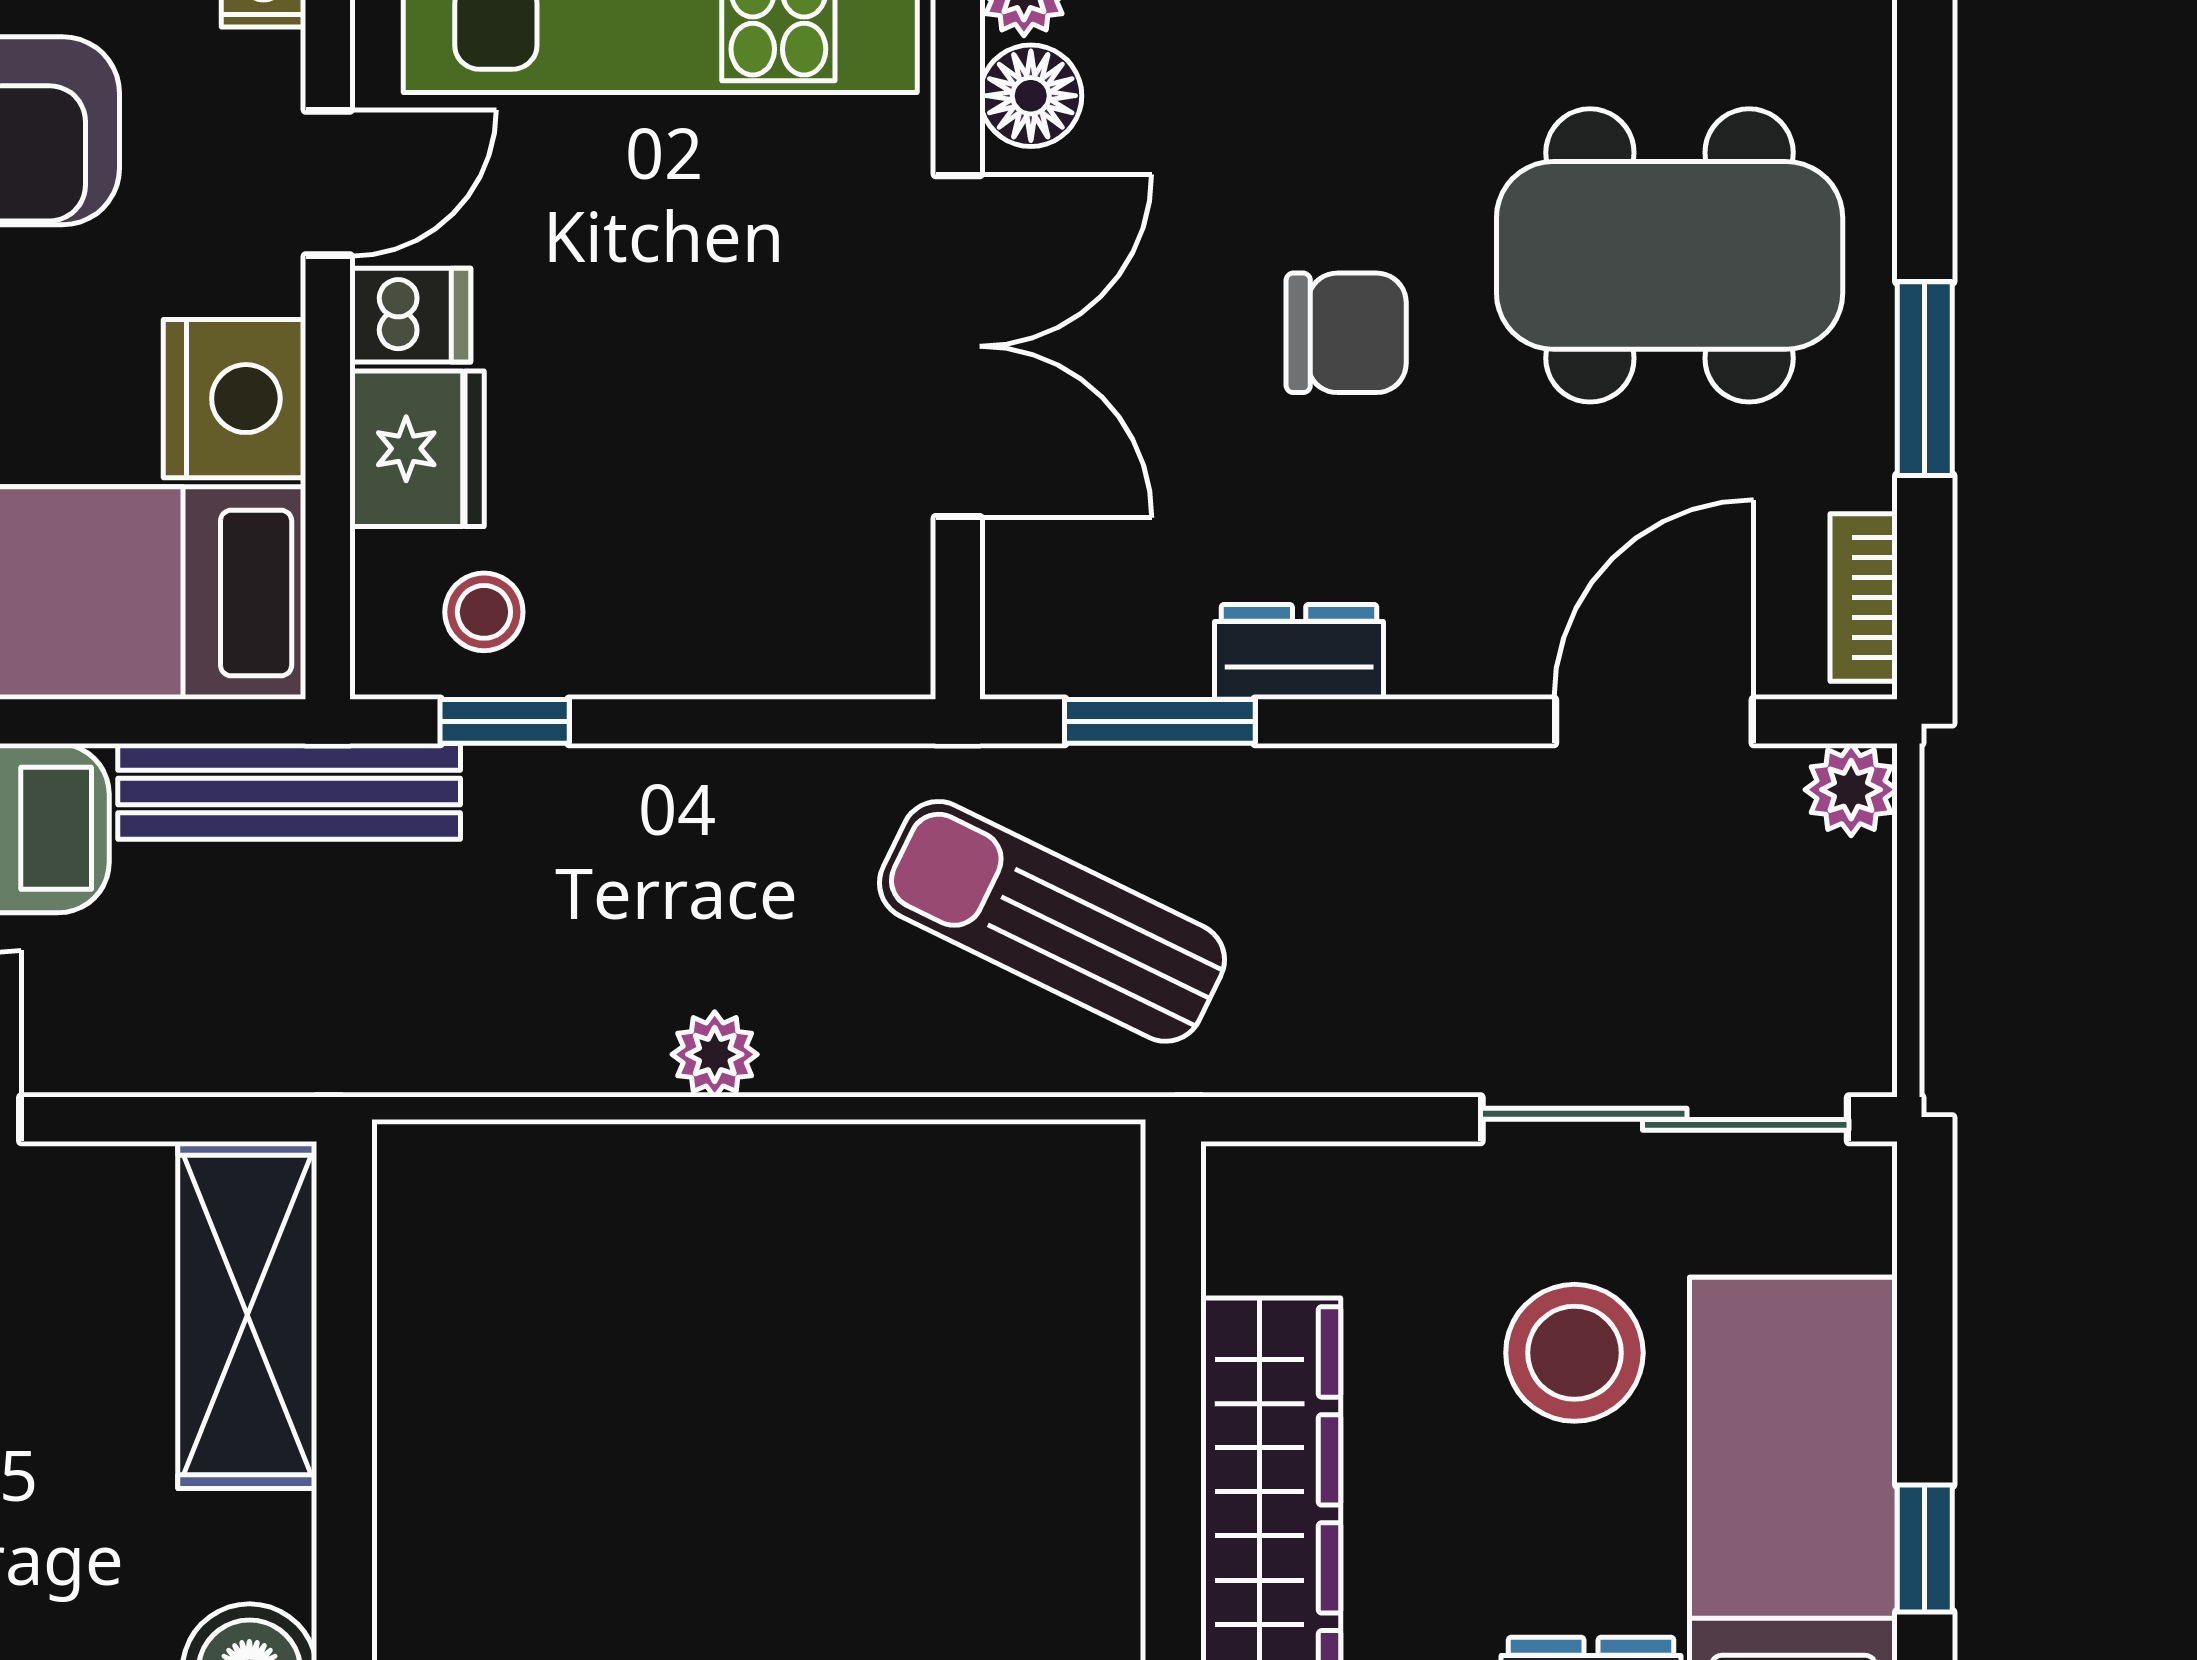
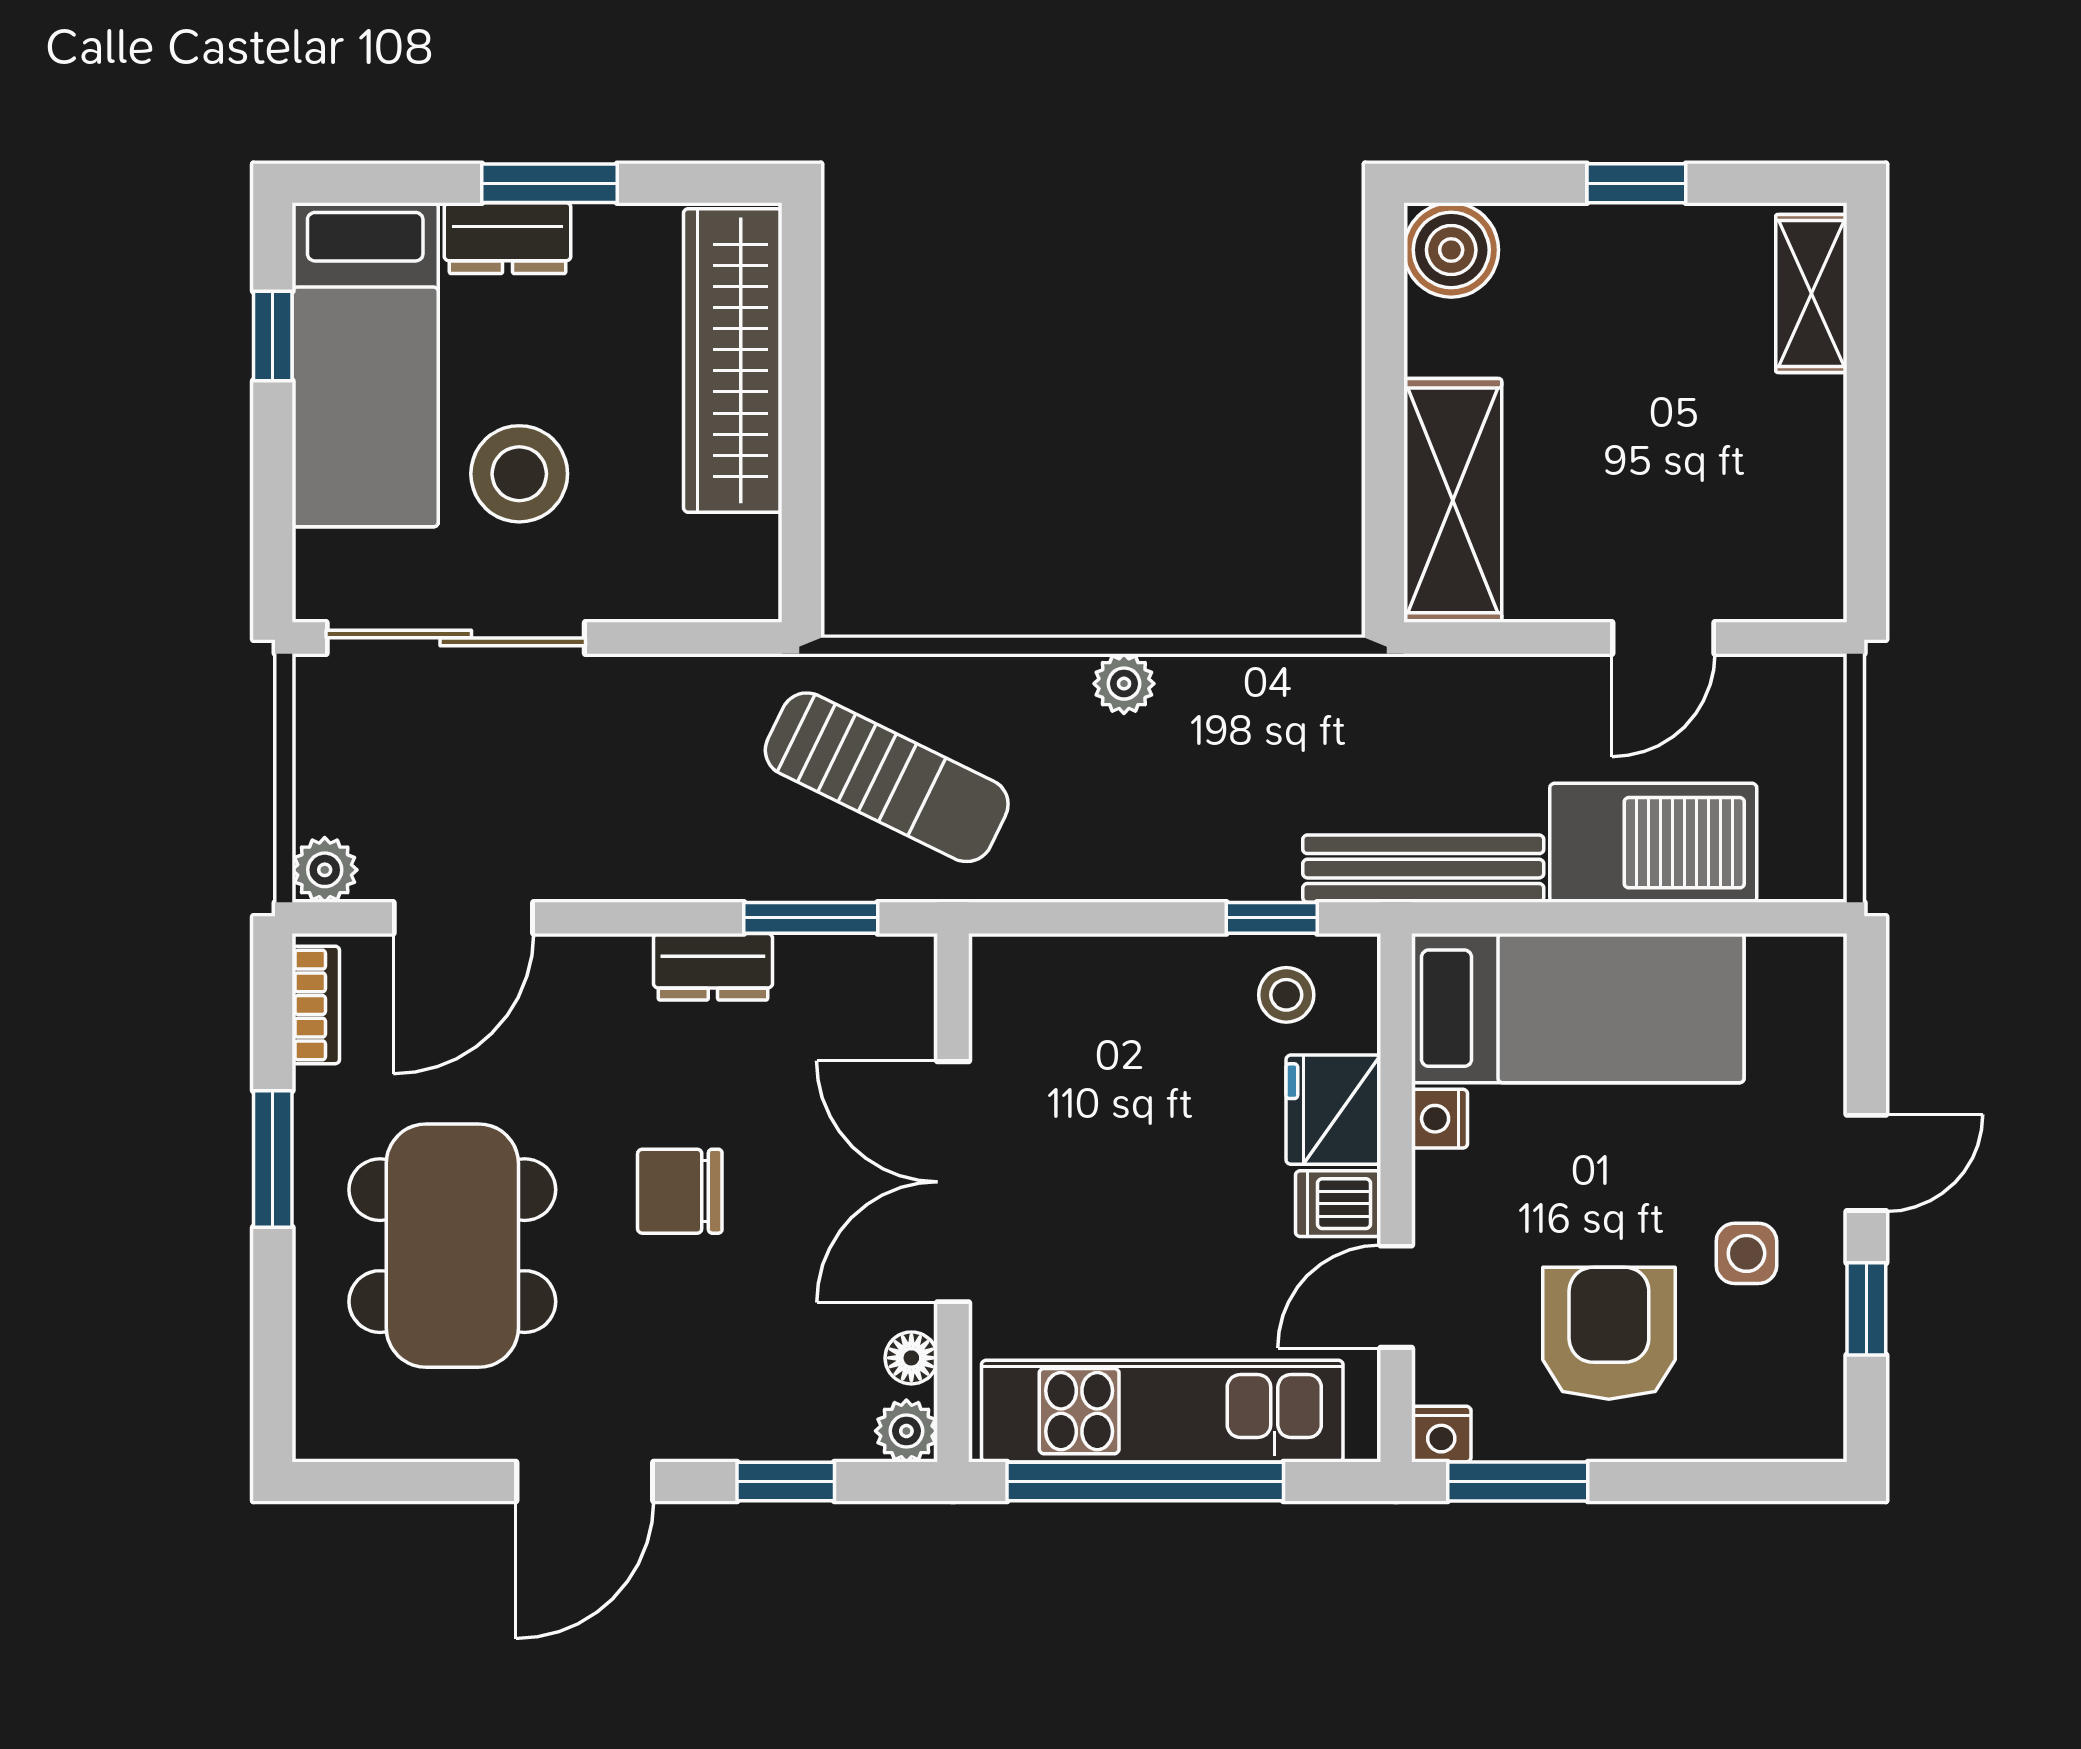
floor lamp: (1031, 96) -> (911, 1358), width x0.73, depth x0.73
dining table: (1670, 255) -> (452, 1246), turned 90
nightstand: (235, 399) -> (1440, 1119), width x0.53, depth x0.56

